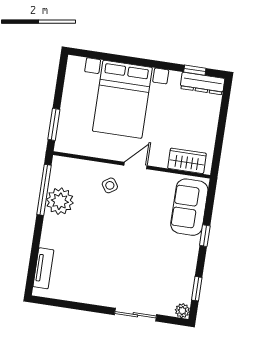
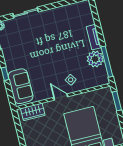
door: (136, 166) -> (61, 97), swing flipped
tv unit: (43, 268) -> (94, 37), moved

